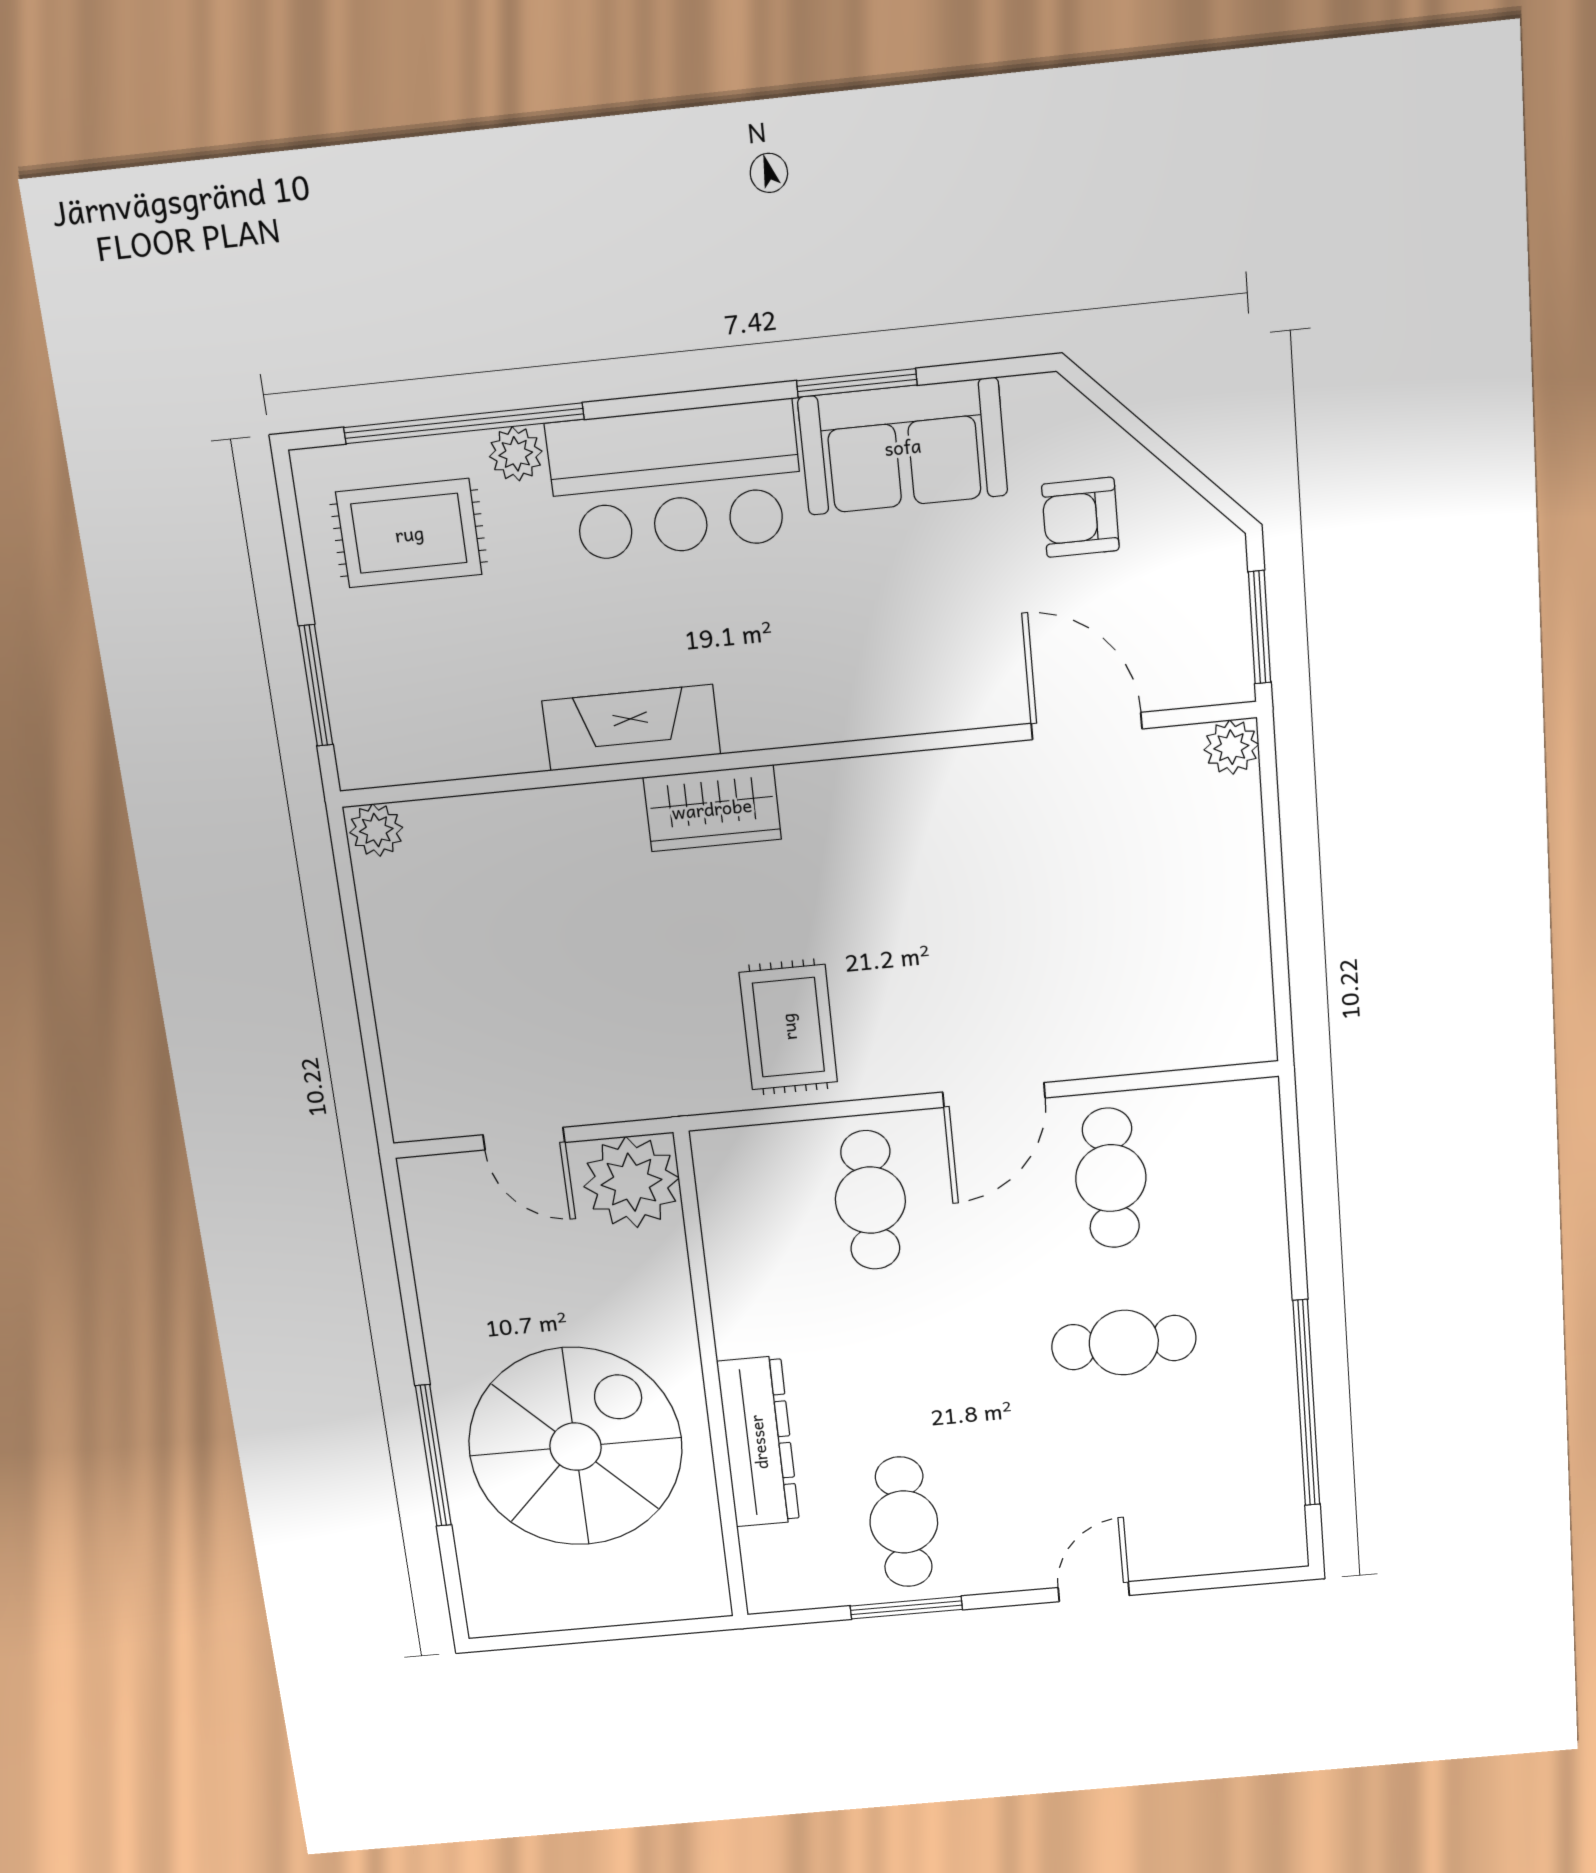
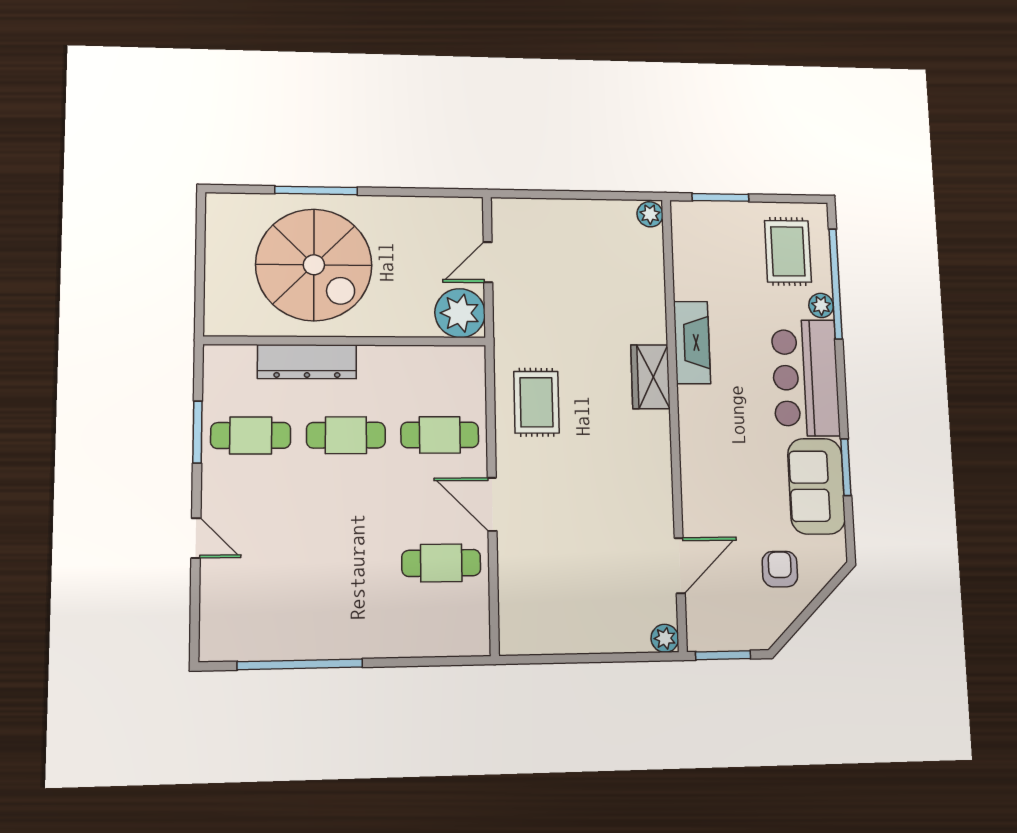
rug: (788, 1027) -> (536, 402), turned 90
cafe table: (1124, 1343) -> (346, 435), moved, turned 90

